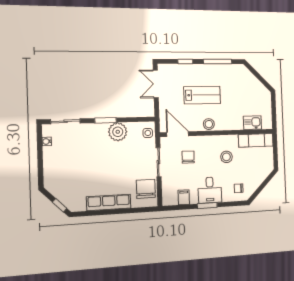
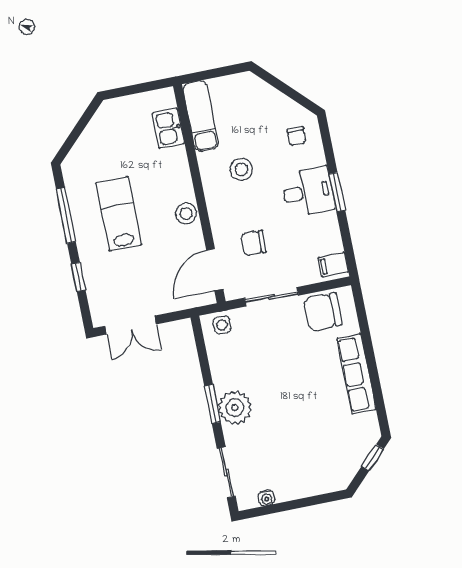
lab bench: (202, 95) -> (119, 214), moved
plant: (118, 132) -> (235, 408), moved
filing cabinet: (184, 197) -> (333, 265), moved

